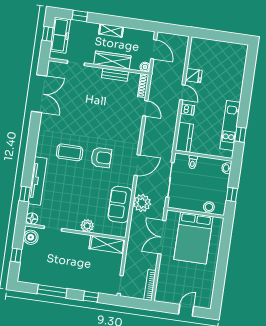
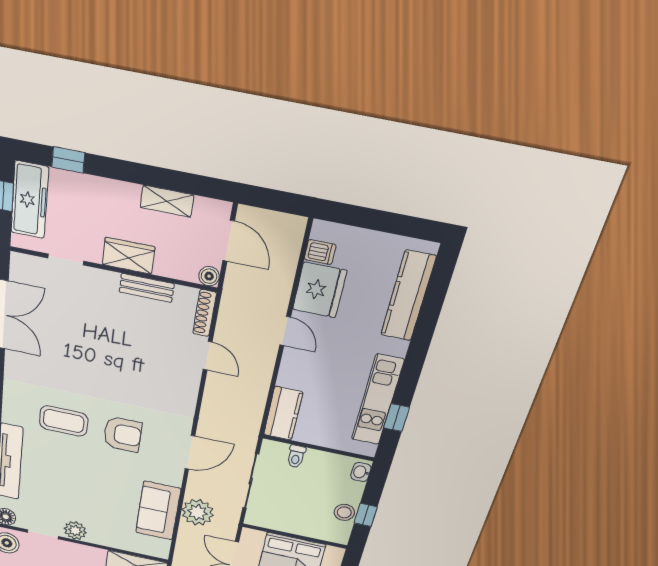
shelving: (111, 30) -> (167, 201), moved
wardrobe: (112, 60) -> (129, 256), width x0.67
kitchen counter: (238, 71) -> (408, 296), added
fridge: (194, 76) -> (320, 290), width x1.88, depth x1.34
dishwasher: (188, 110) -> (320, 252), moved
stool: (209, 207) -> (344, 512), moved
plant: (87, 226) -> (75, 531), moved

